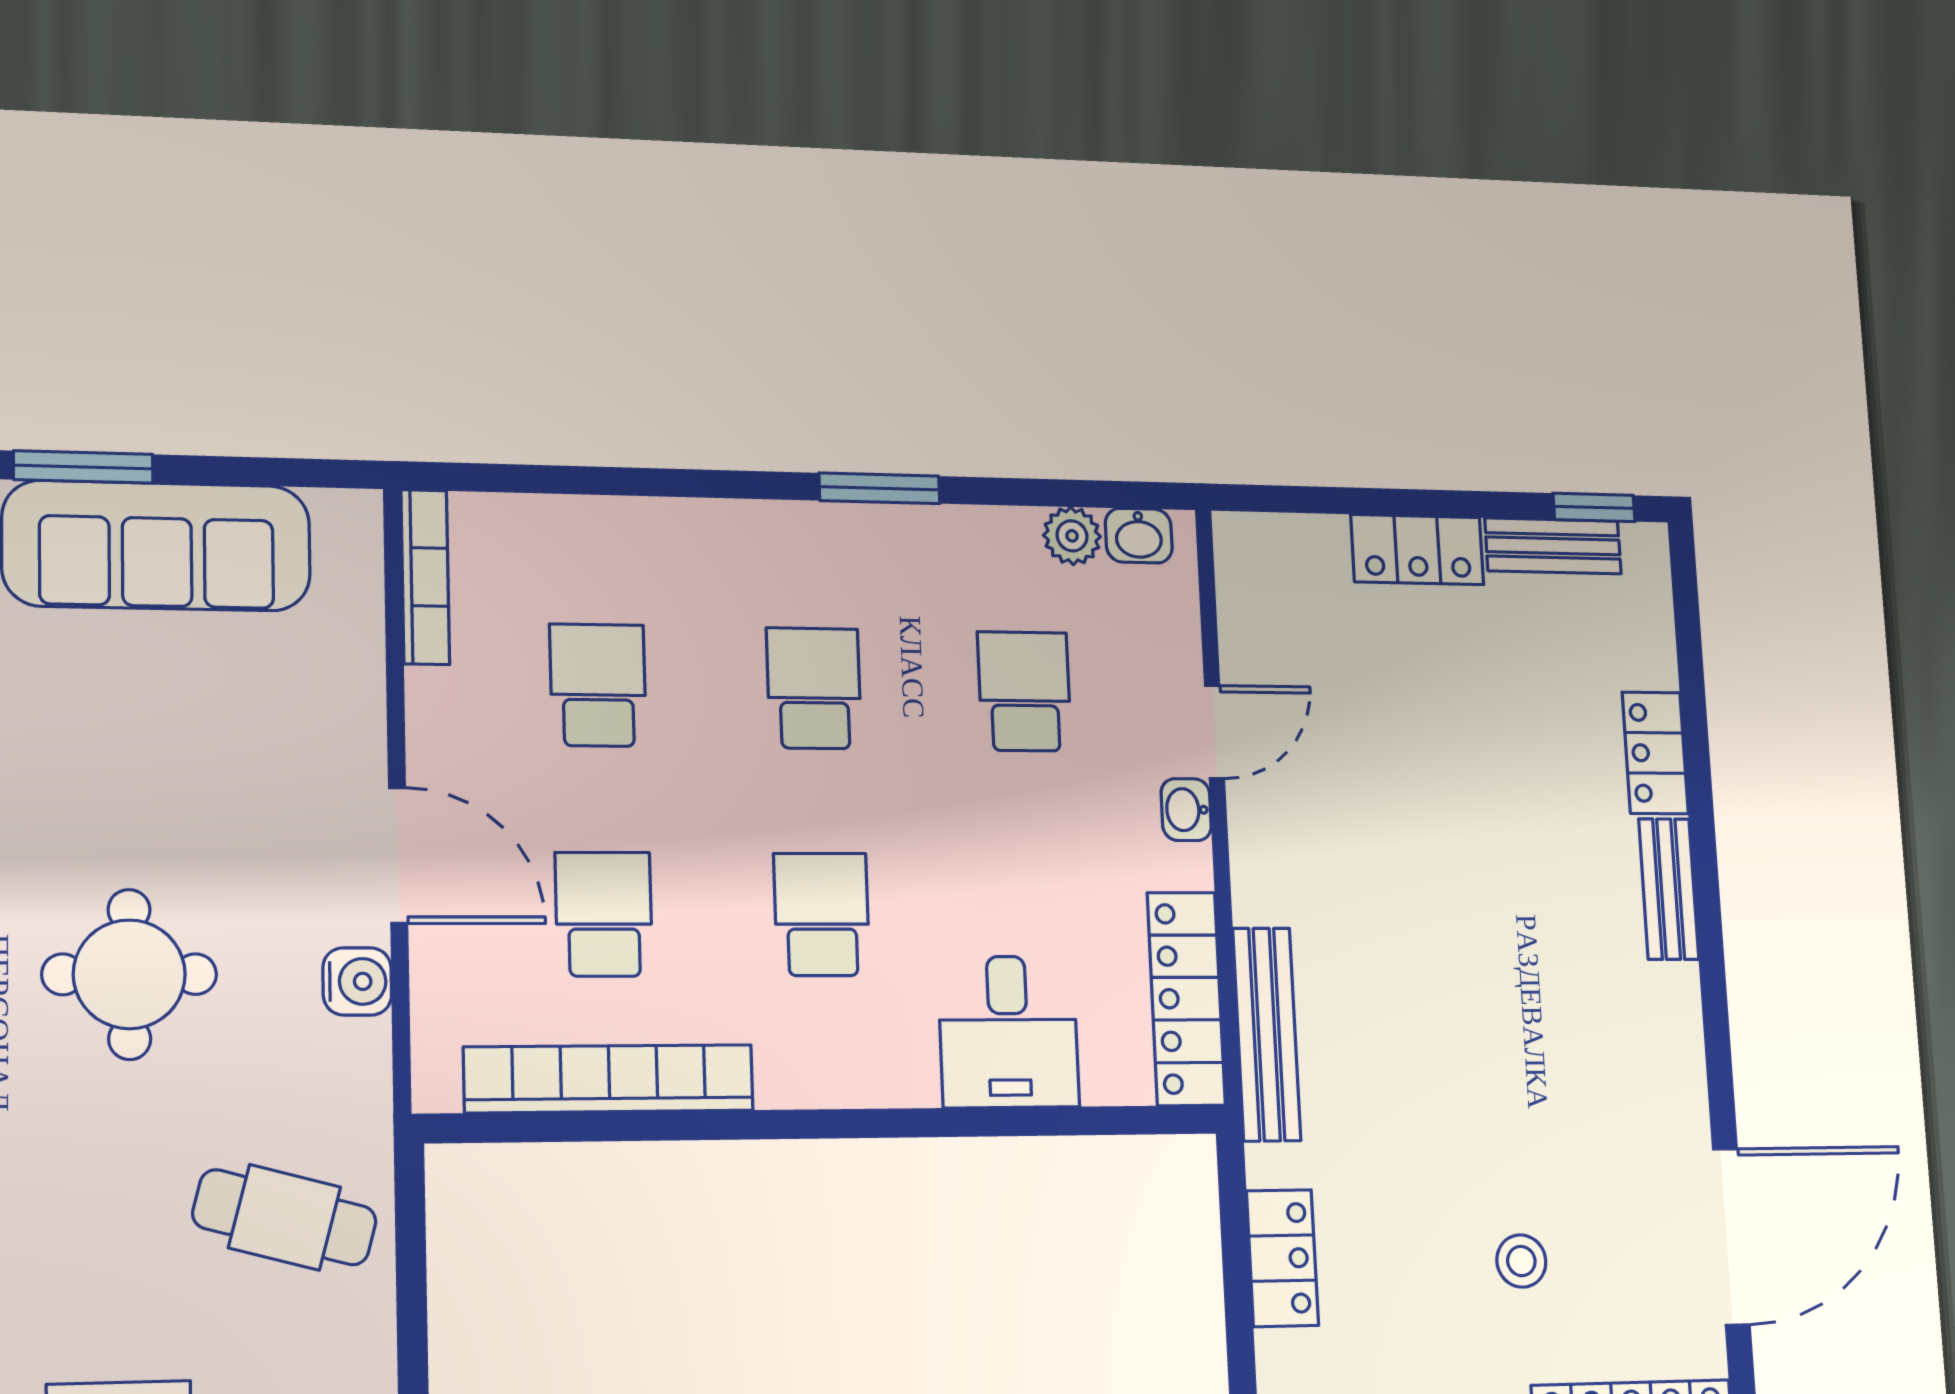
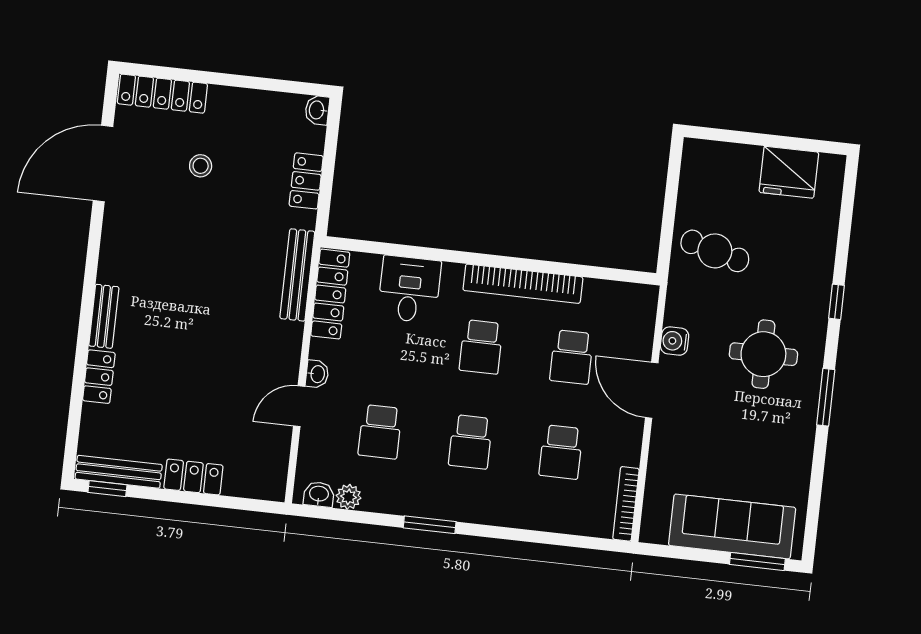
bench: (1553, 546) -> (119, 472), width x1.36
bookcase: (609, 1079) -> (523, 284), moved

